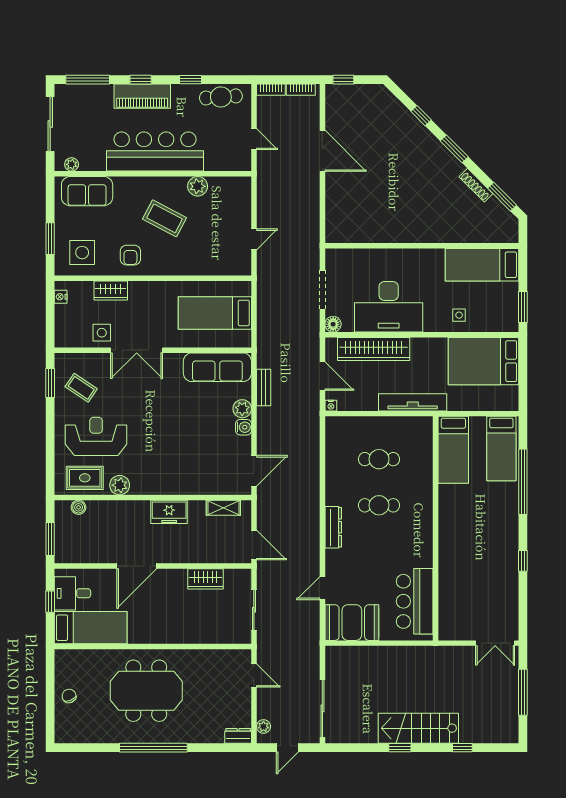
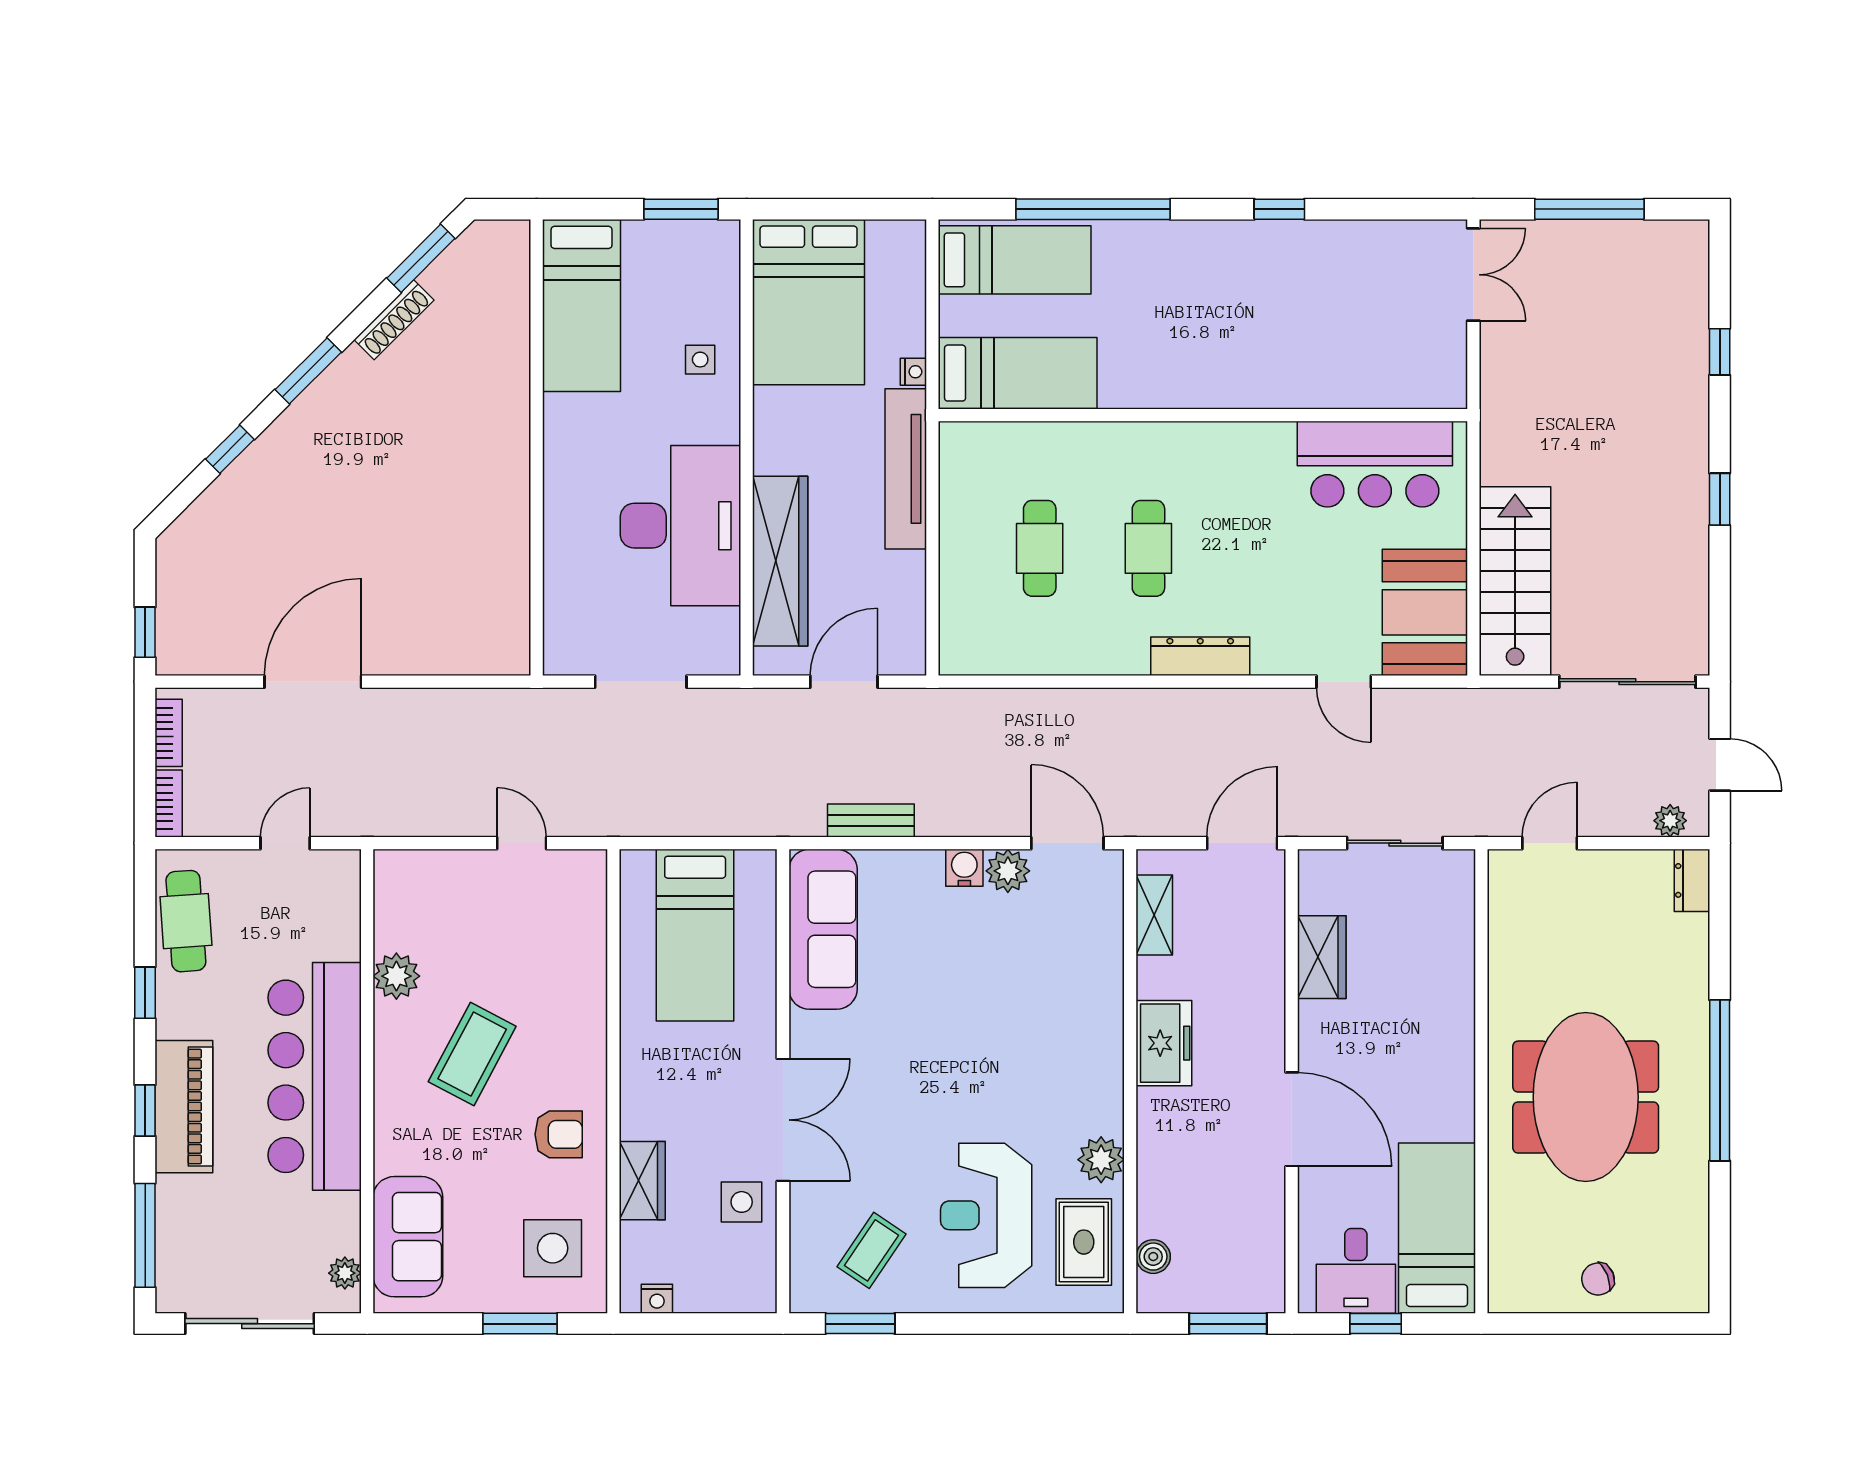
floor lamp: (333, 324) -> (722, 657), removed
nightstand: (331, 406) -> (913, 372), moved
plant: (242, 409) -> (1008, 871), moved
stairs: (418, 728) -> (1515, 581), moved, turned 180

